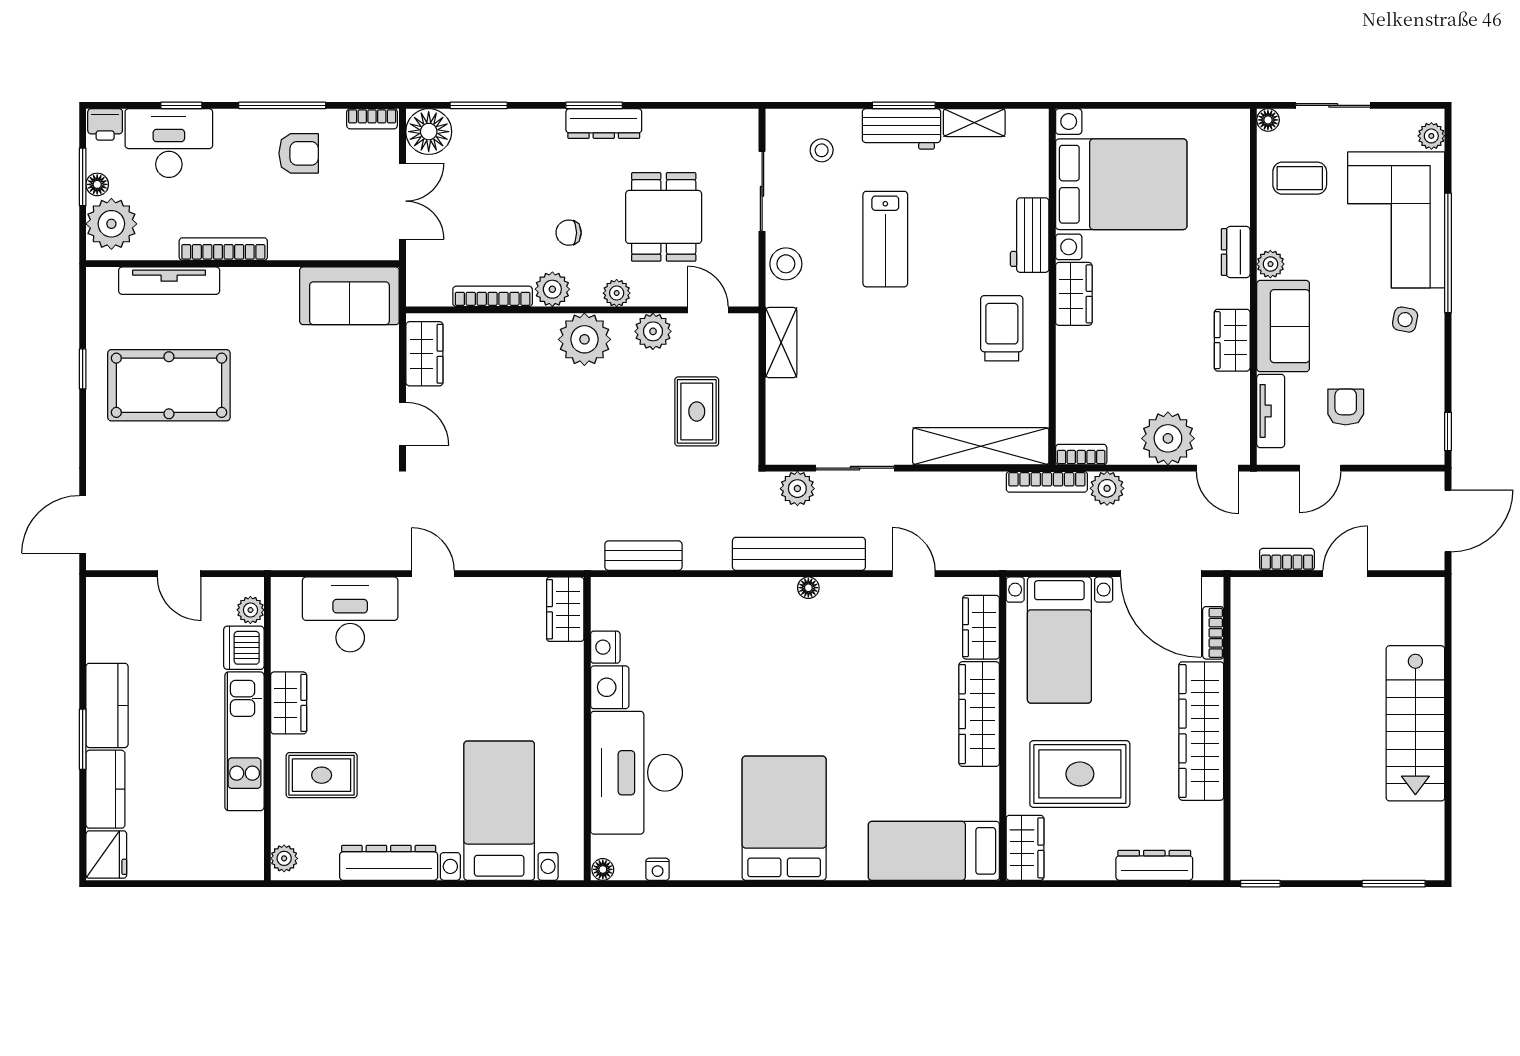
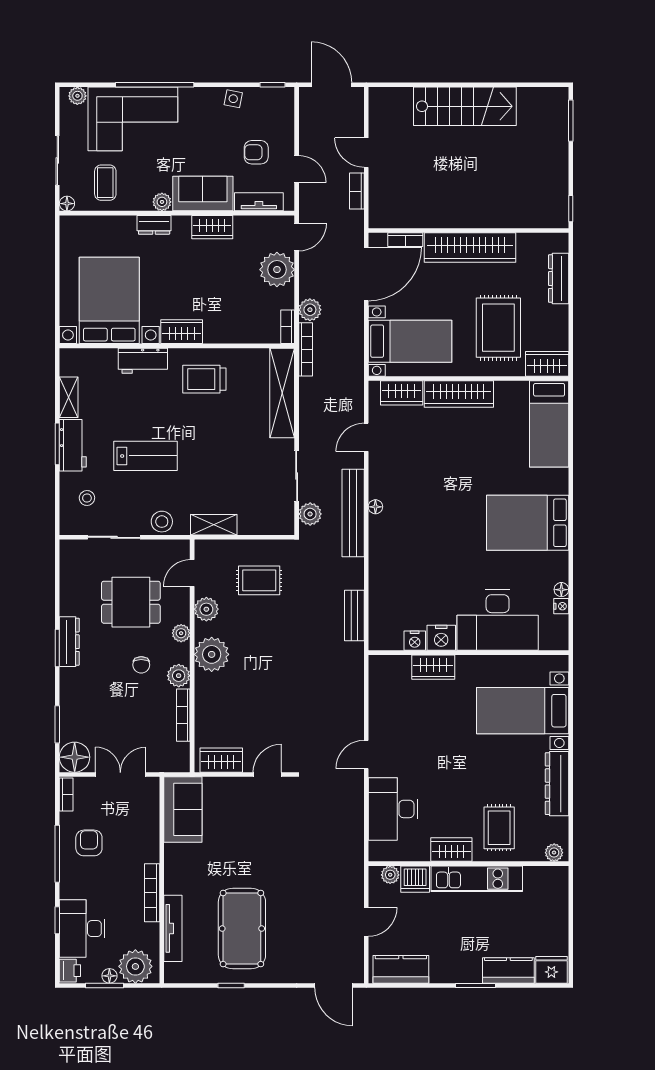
side table: (1405, 320) -> (233, 99), moved
wardrobe: (565, 609) -> (433, 667), moved
kitchen counter: (107, 705) -> (401, 969), moved
floor lamp: (603, 869) -> (561, 590), moved

